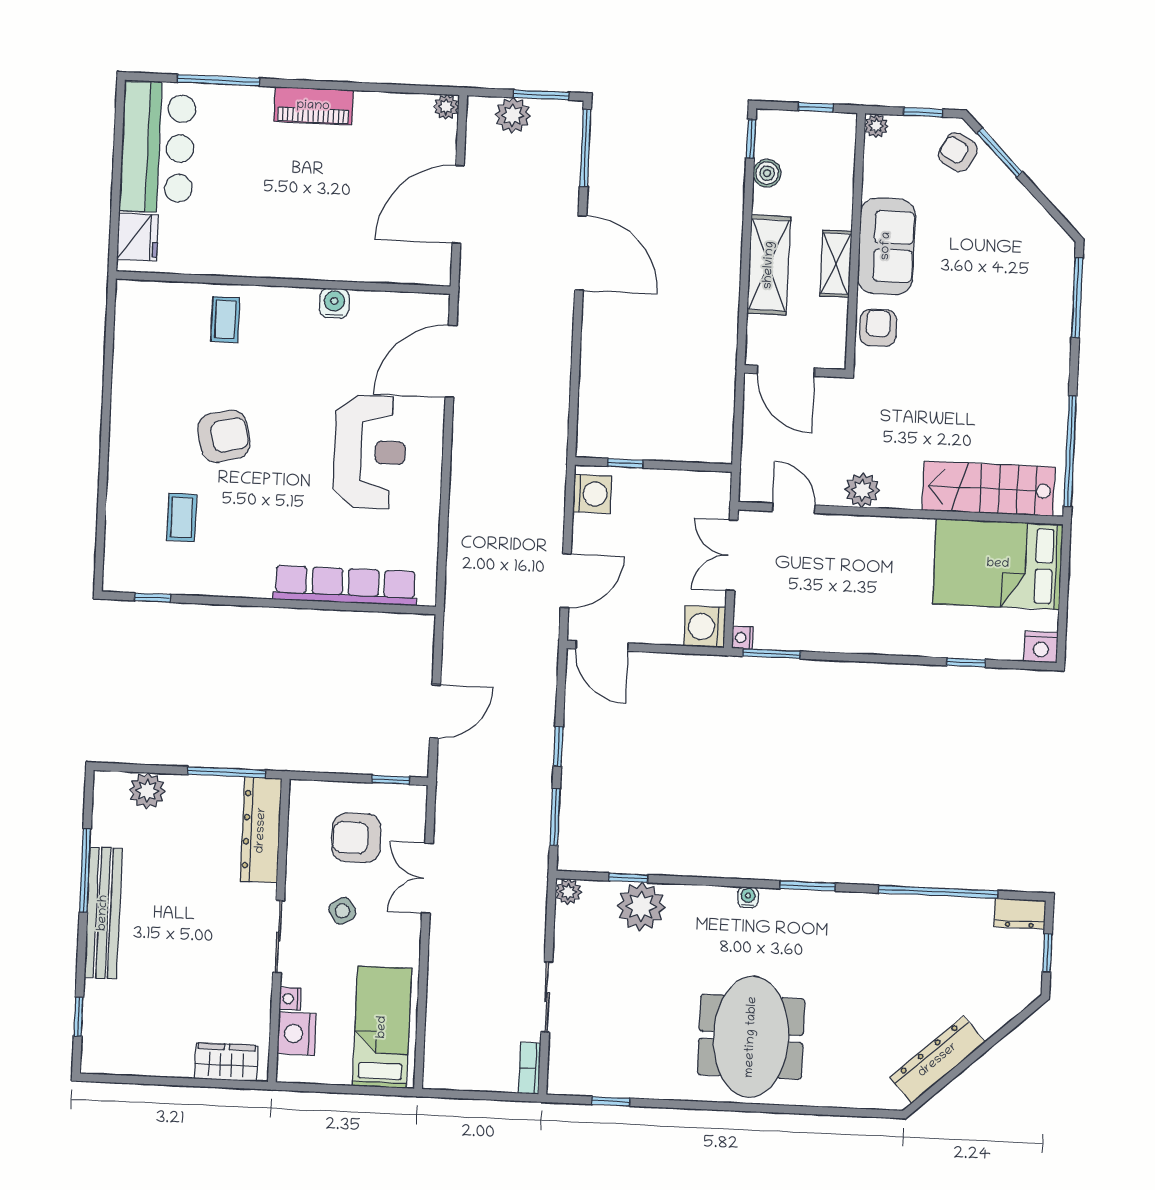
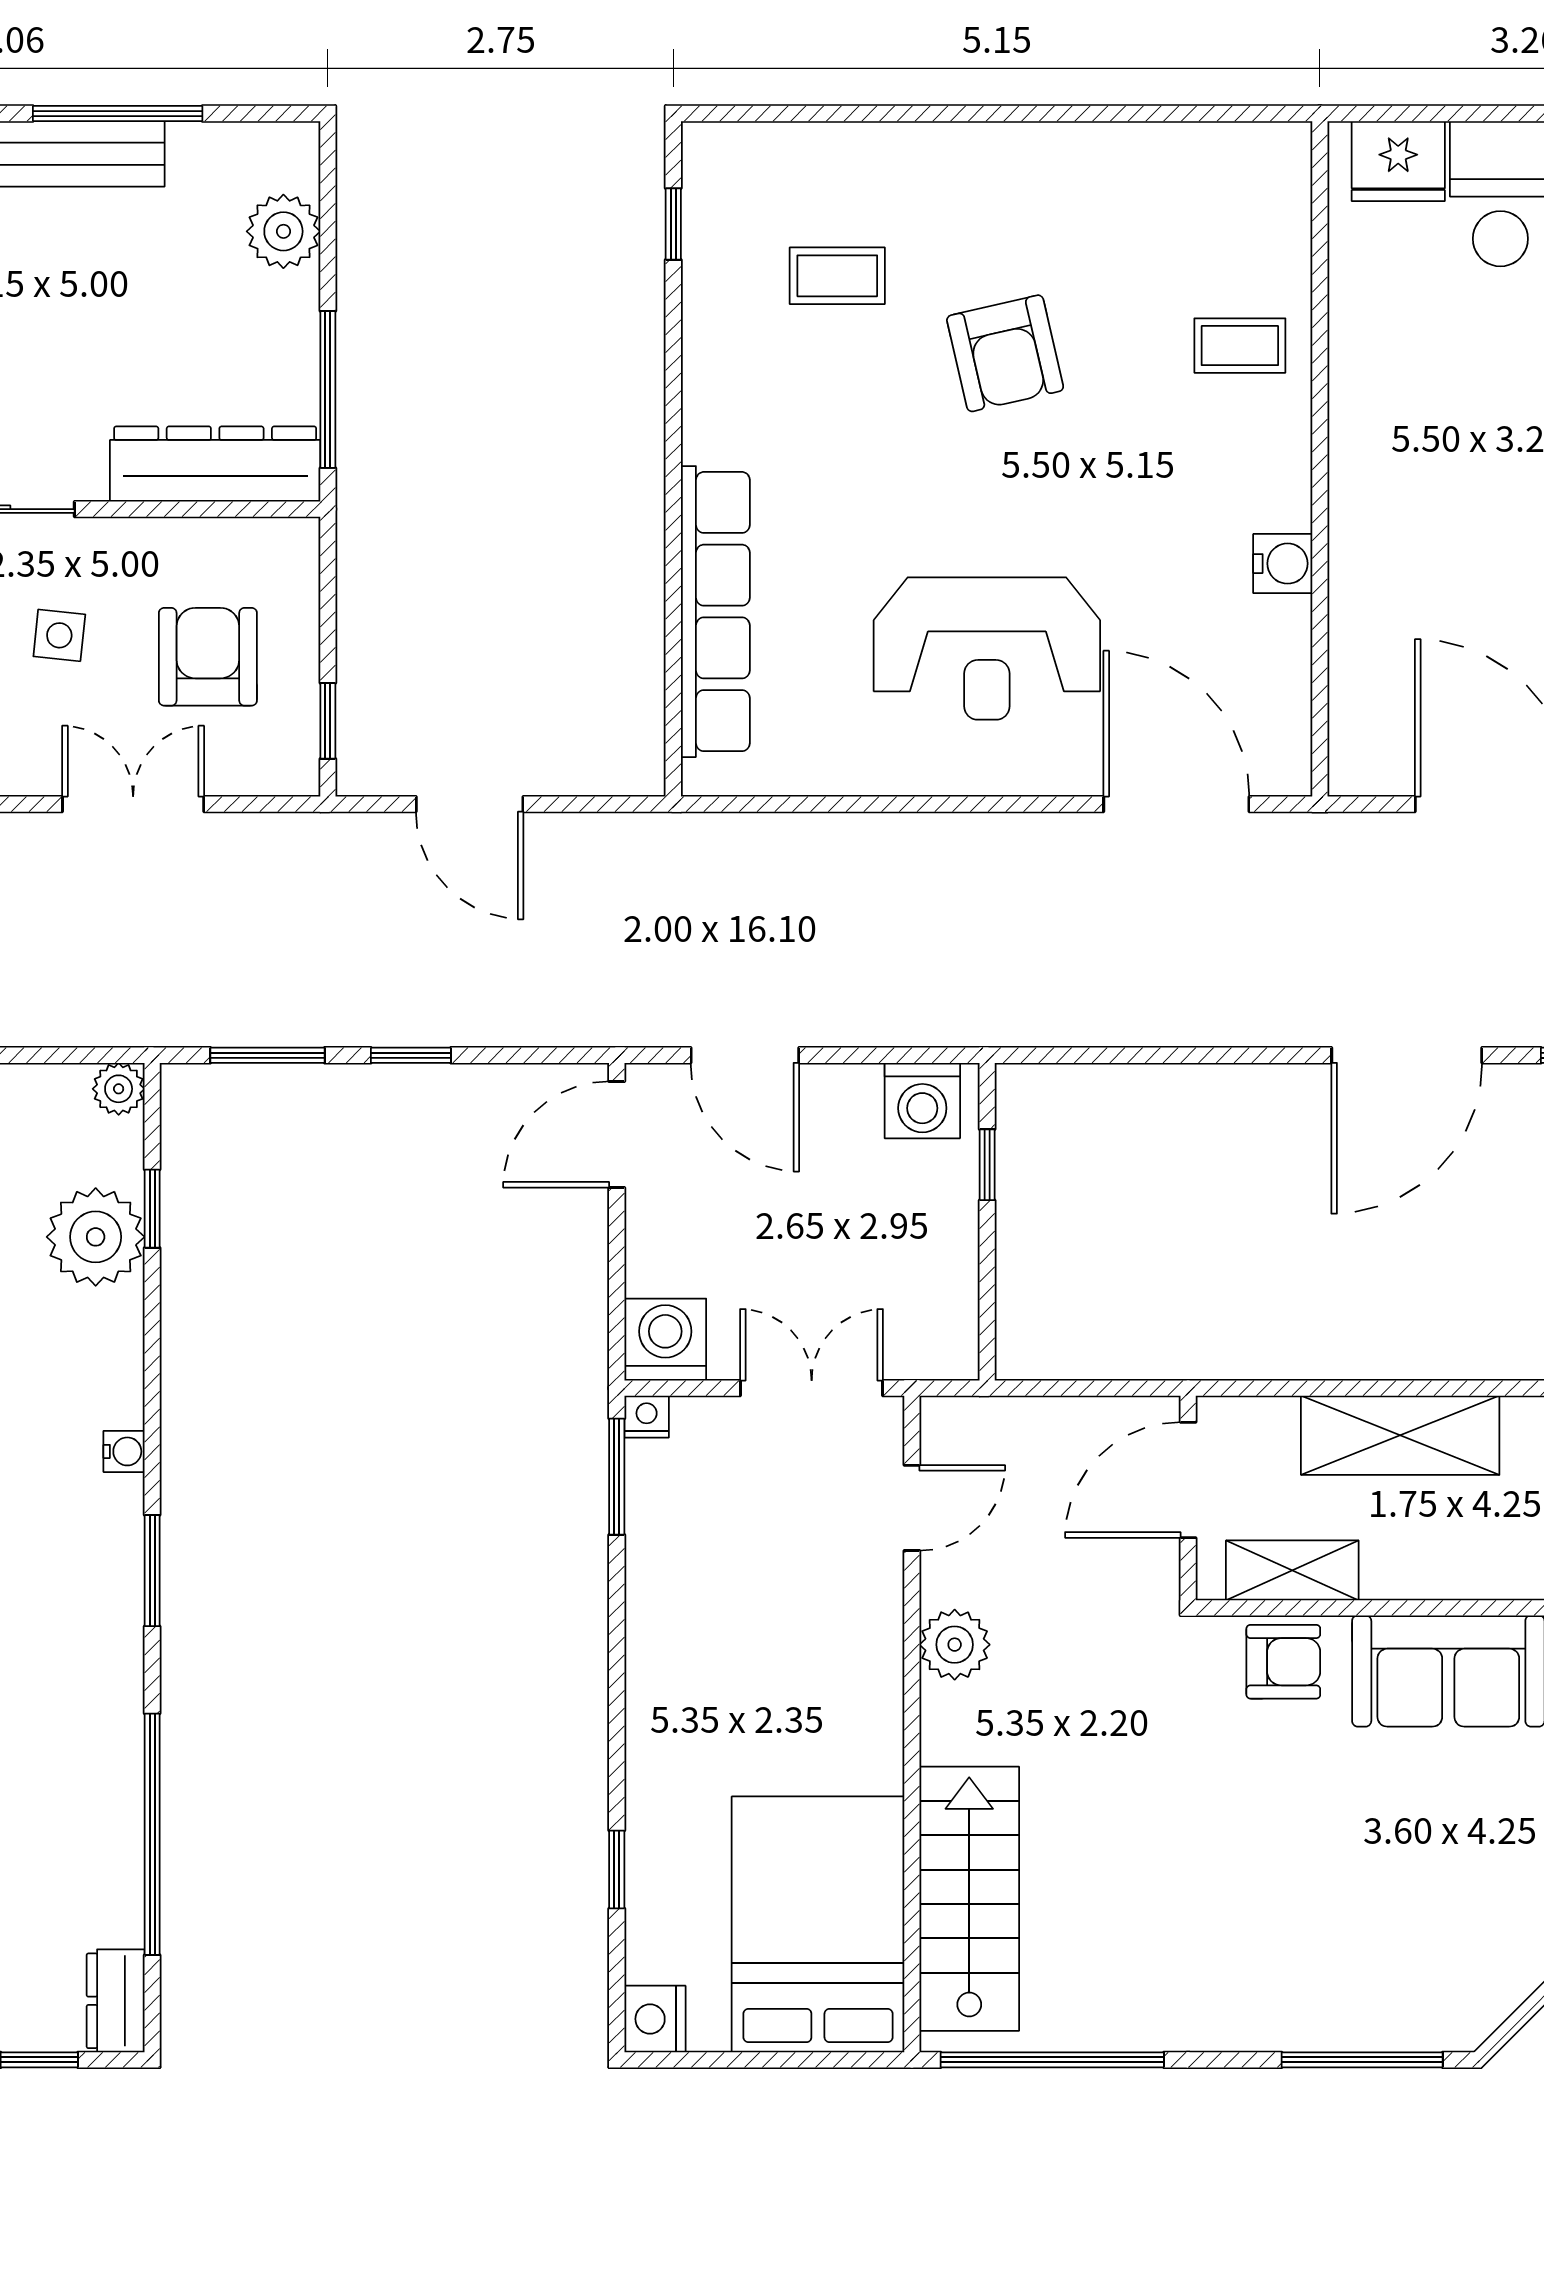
shelving: (836, 264) -> (1292, 1570), moved
side table: (342, 911) -> (59, 635), turned 38

